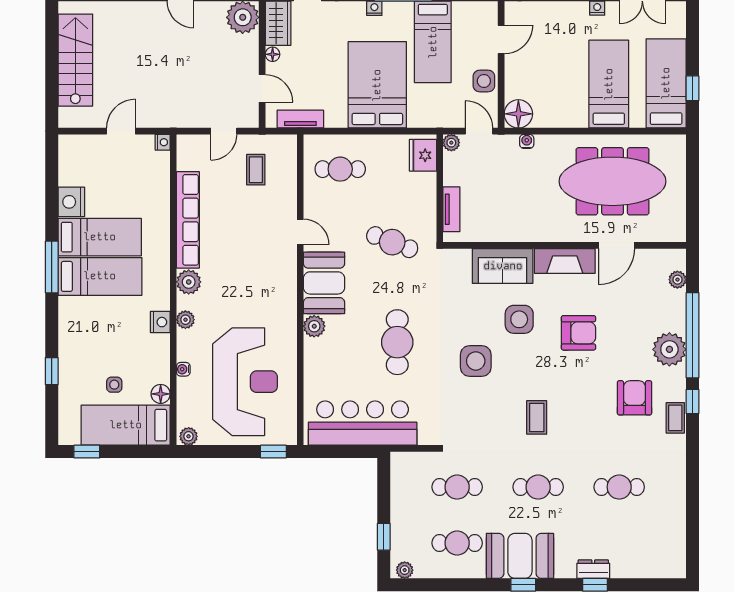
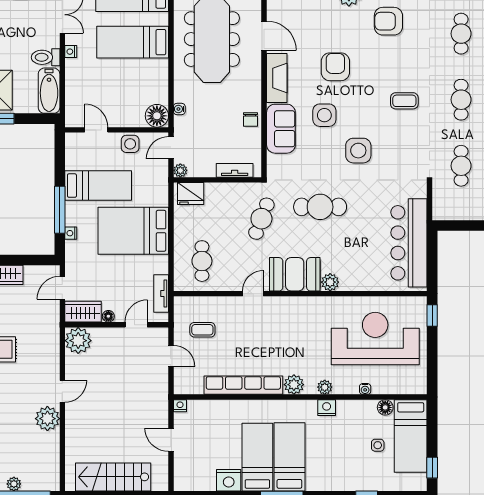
chair: (514, 229) -> (251, 119), added
cafe table: (397, 342) -> (320, 207), moved
plant: (189, 436) -> (420, 385), removed

